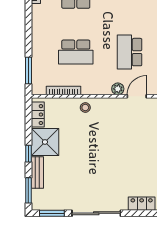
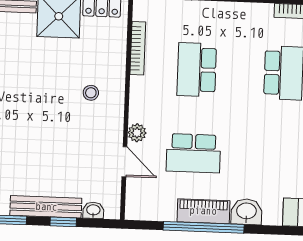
school desk: (130, 52) -> (193, 153), turned 180
stool: (85, 108) -> (91, 93), moved

